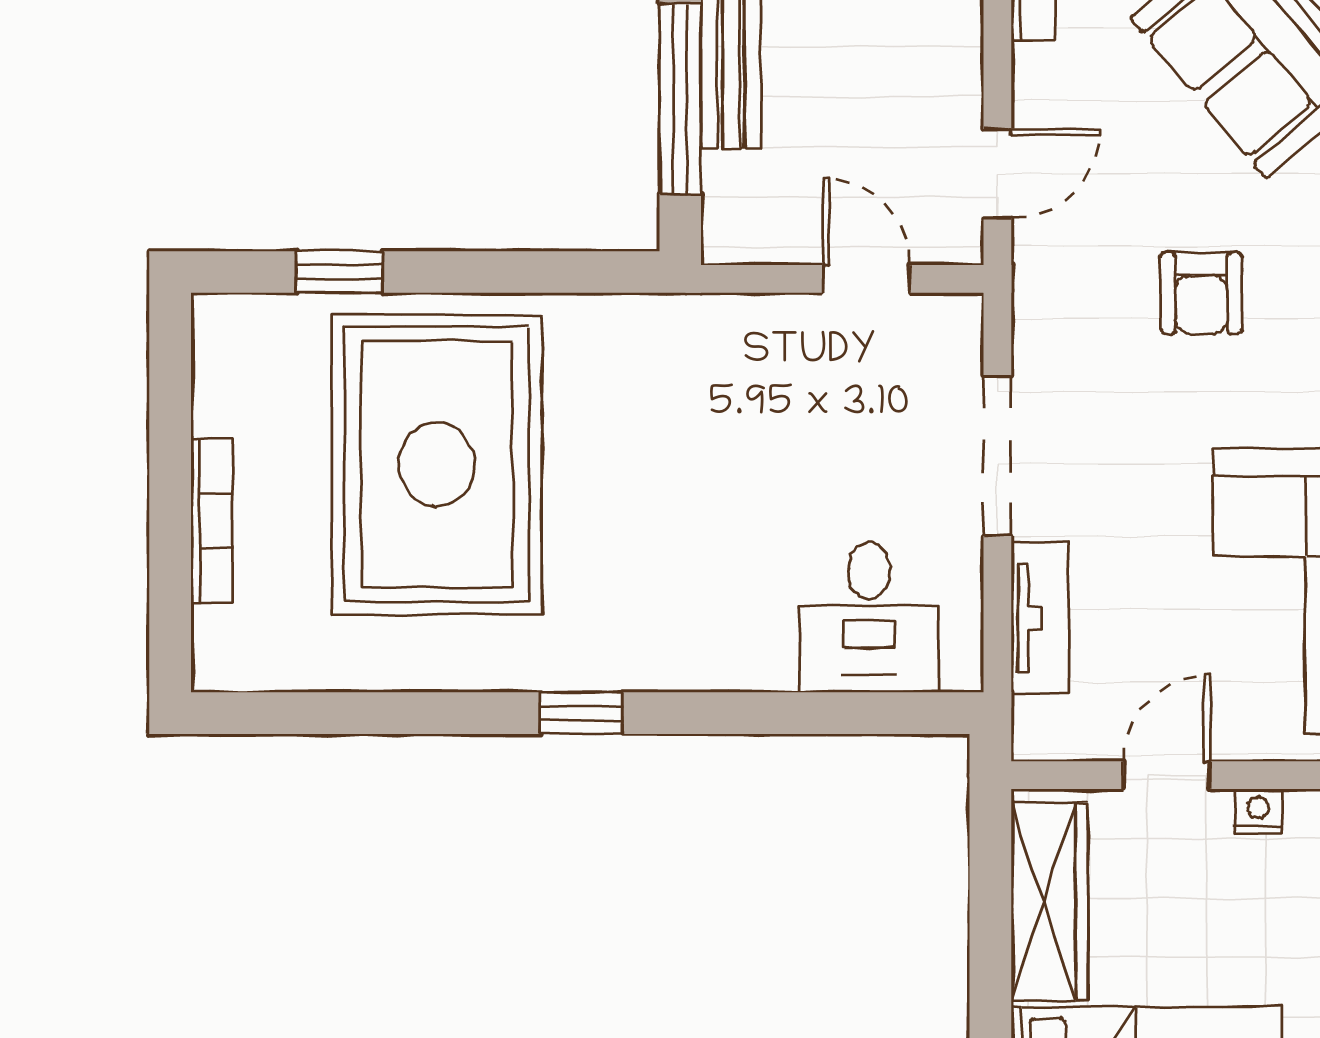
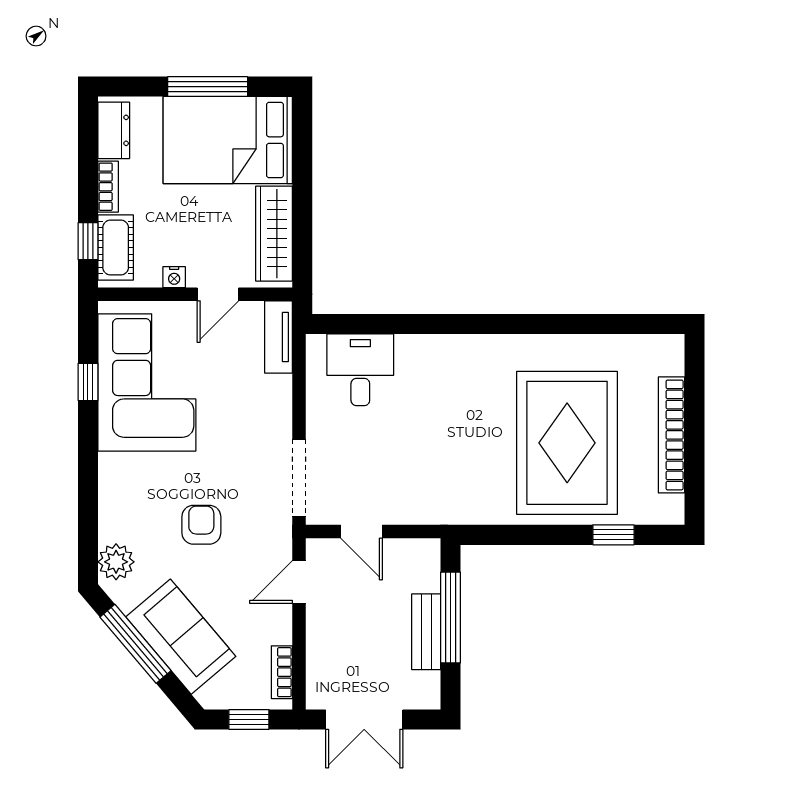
doorway: (997, 456) -> (299, 478), moved
bookcase: (212, 520) -> (671, 435), width x1.48, depth x1.31
tv unit: (1040, 618) -> (279, 337), moved
window: (582, 713) -> (498, 324), removed

